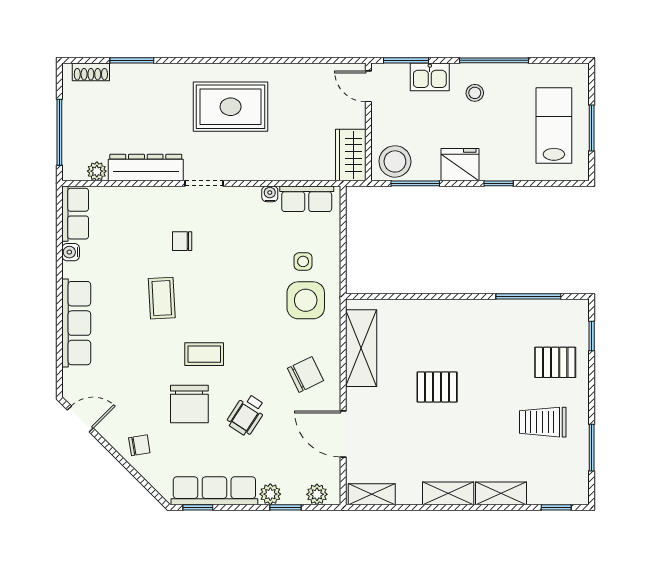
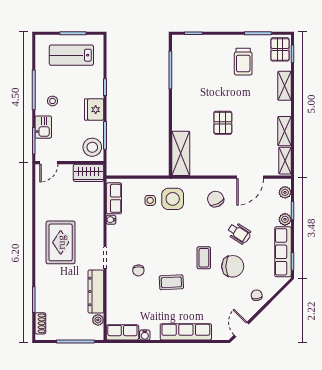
shelving: (361, 348) -> (181, 153), moved, turned 90
pallet: (555, 362) -> (280, 49), moved
shelving: (448, 493) -> (284, 131), moved

